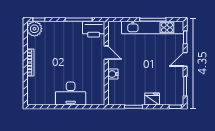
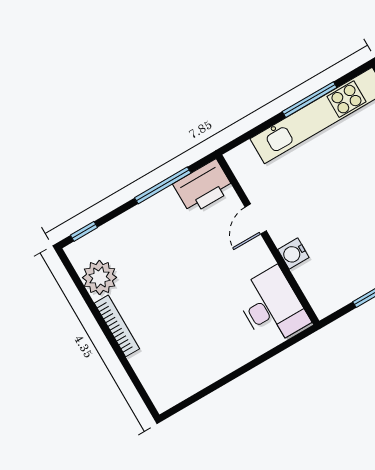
plant: (34, 29) -> (100, 278), moved
door: (106, 53) -> (256, 219), swing flipped
desk: (71, 94) -> (272, 307), moved, turned -90

